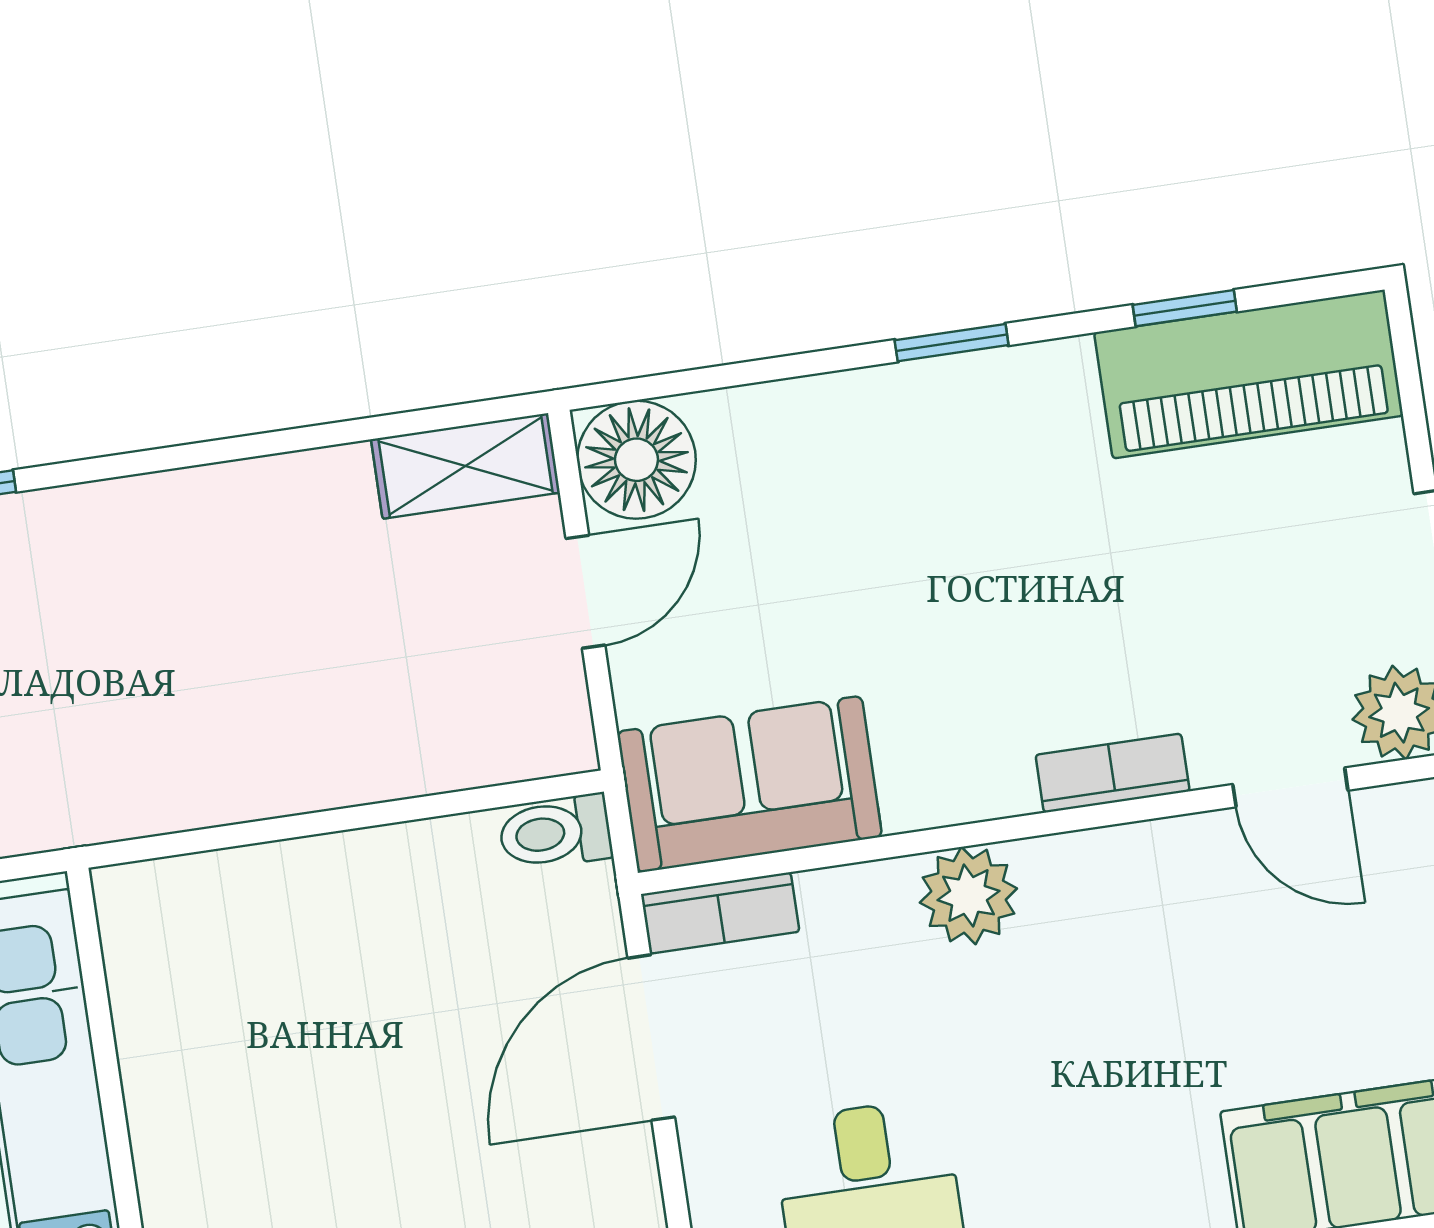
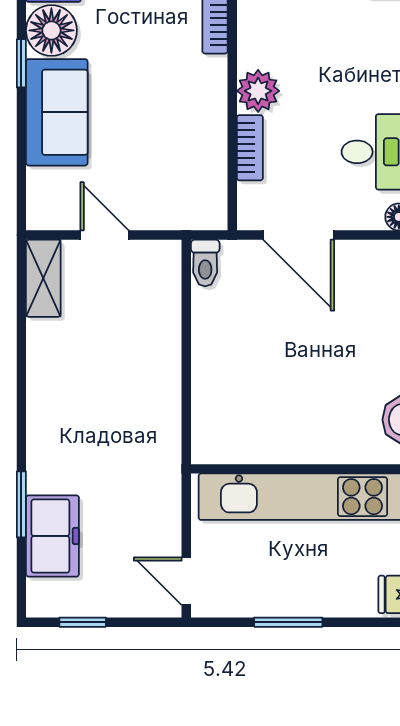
floor lamp: (636, 460) -> (51, 30), moved
sofa: (750, 784) -> (57, 112), moved, turned 180
bookcase: (720, 913) -> (250, 148), moved

